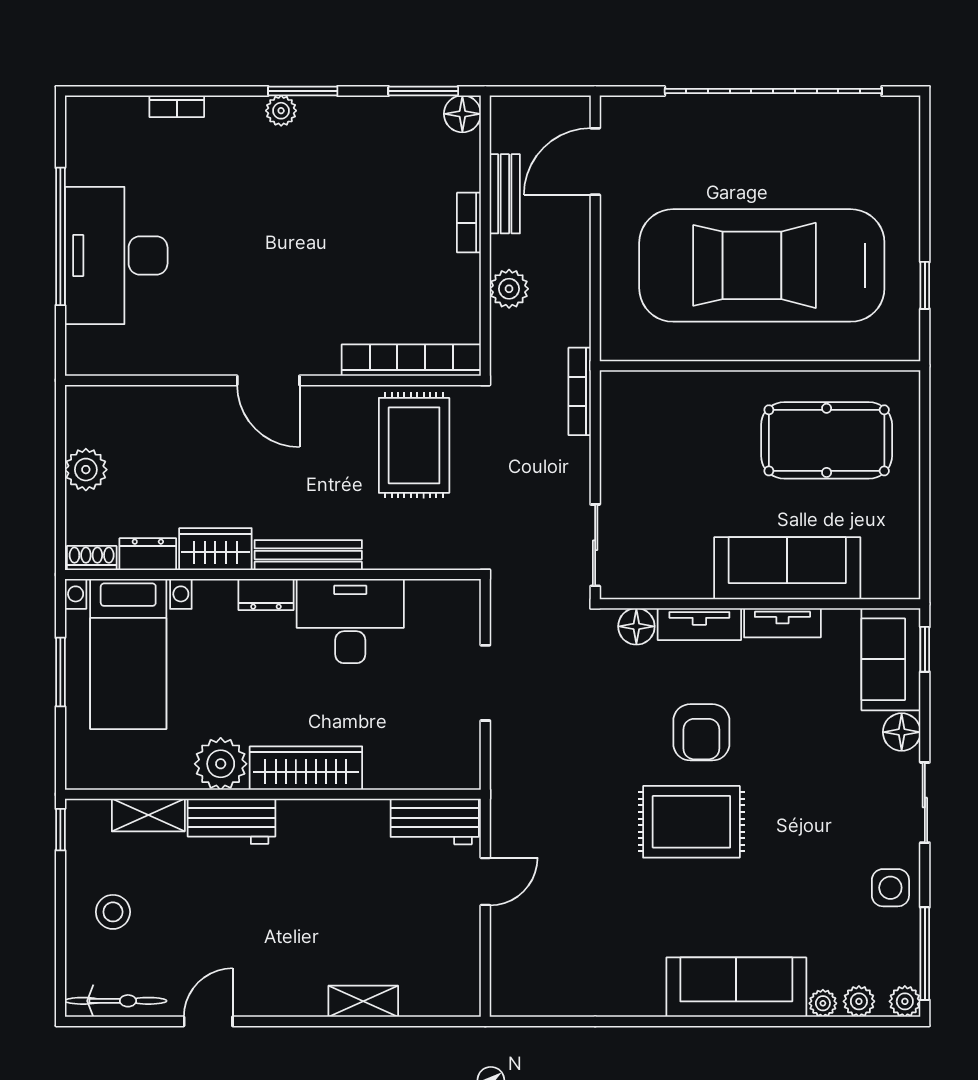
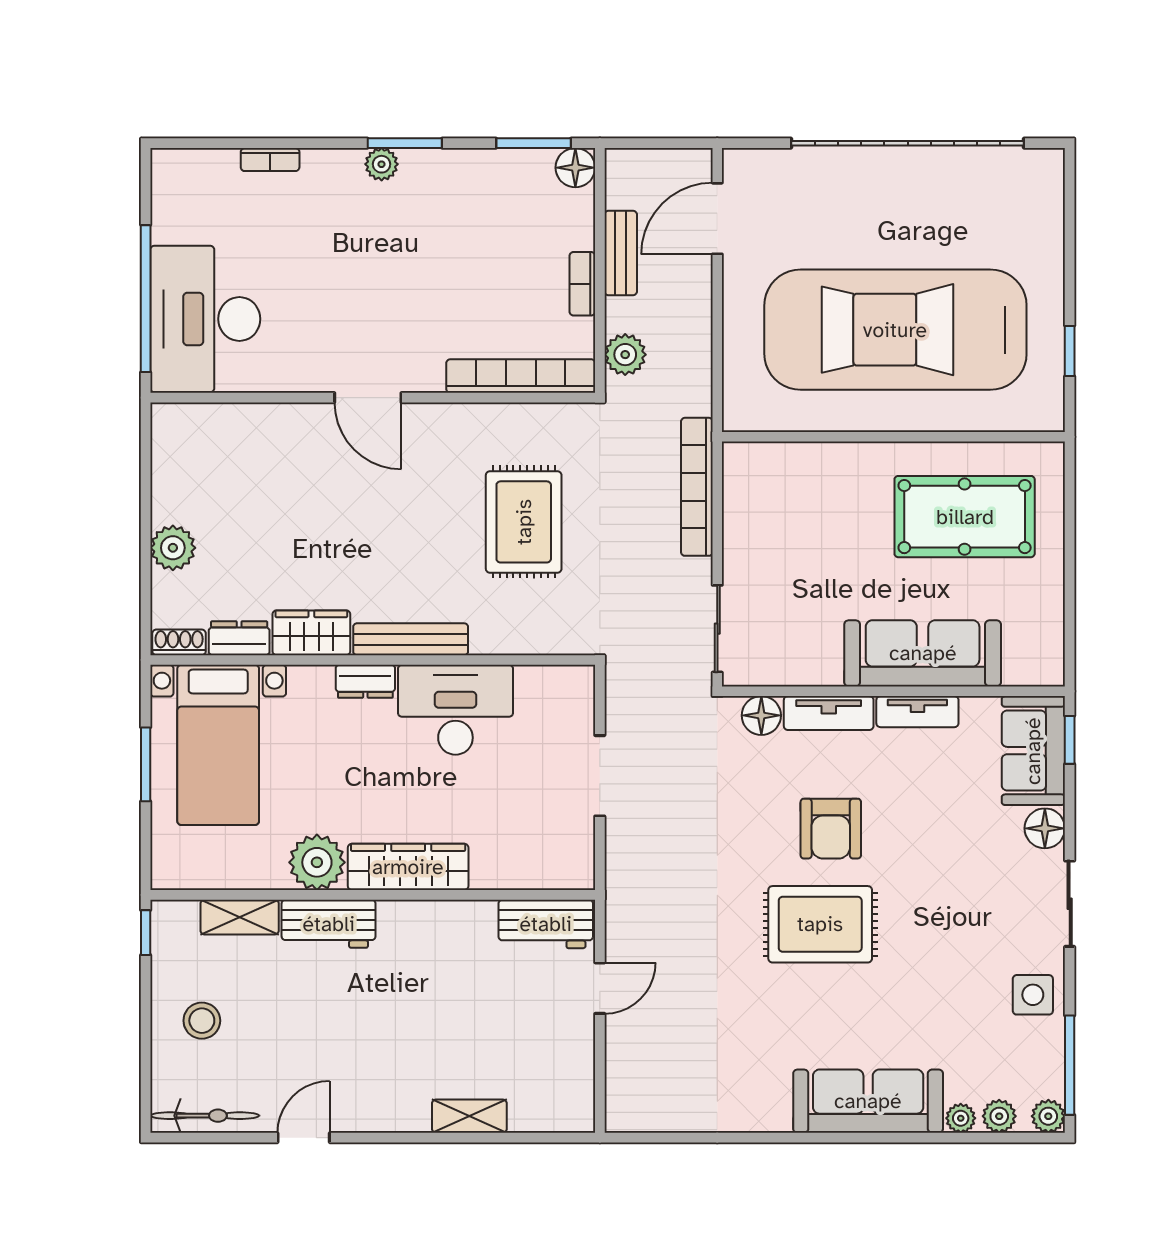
bookcase: (411, 360) -> (521, 376), moved
door: (268, 380) -> (368, 398), moved
wall: (273, 380) -> (373, 398), moved
bookcase: (580, 391) -> (697, 487), width x1.48, depth x1.31

